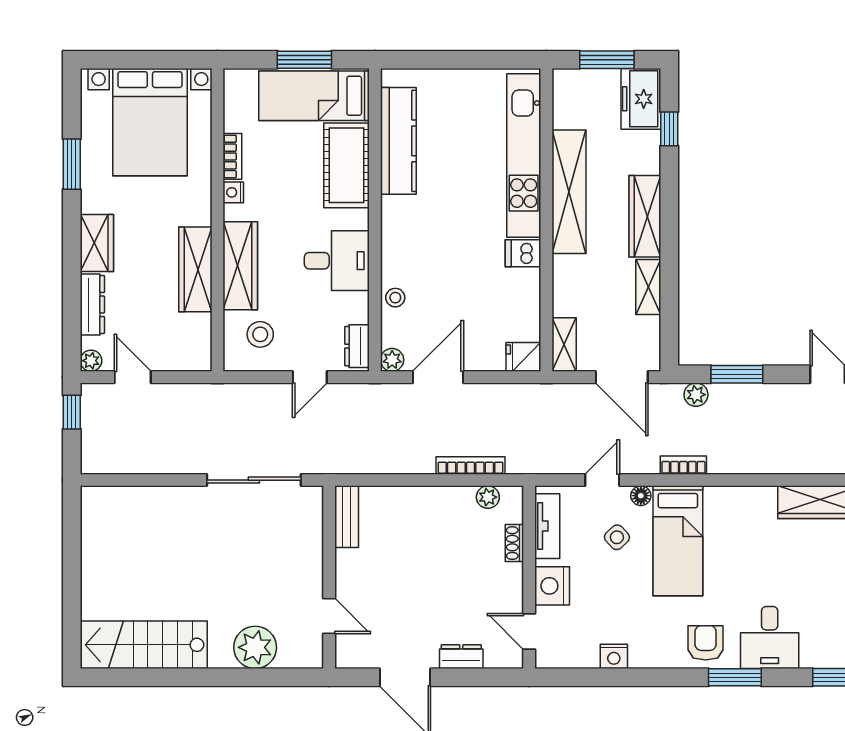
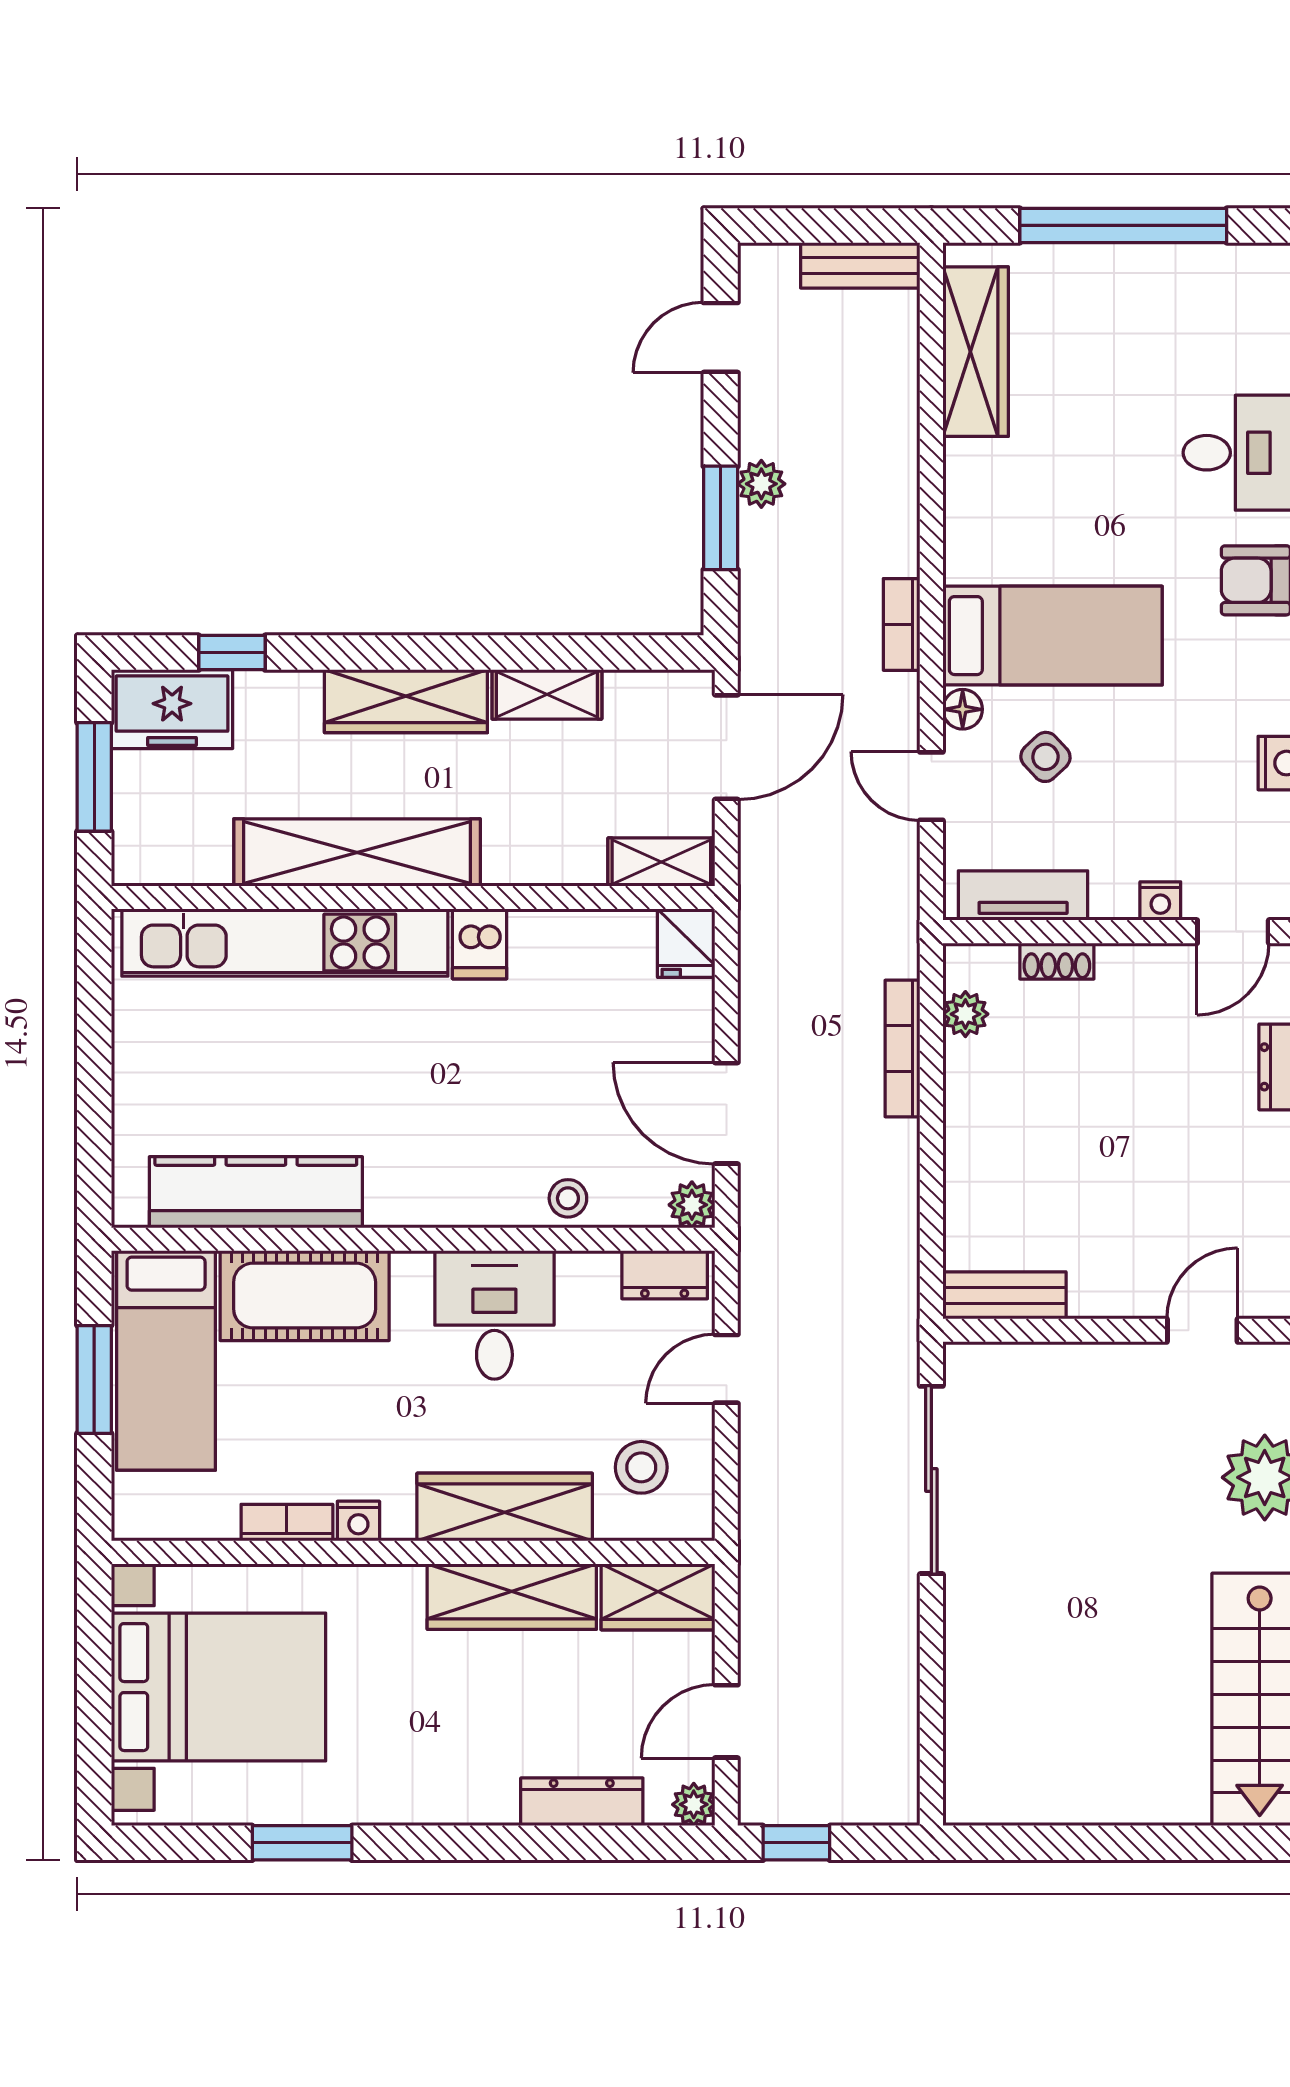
wardrobe: (97, 243) -> (658, 1597), moved, turned 180
door: (310, 377) -> (726, 1369), swing flipped
plant: (696, 395) -> (761, 484), moved
nightstand: (552, 586) -> (1160, 901), width x0.53, depth x0.56

